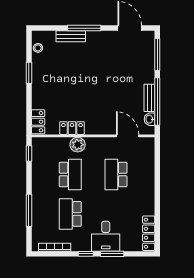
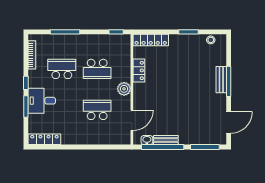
bench: (71, 36) -> (221, 80), moved
locker: (38, 122) -> (151, 40), width x1.53
plant: (78, 145) -> (124, 89), moved

